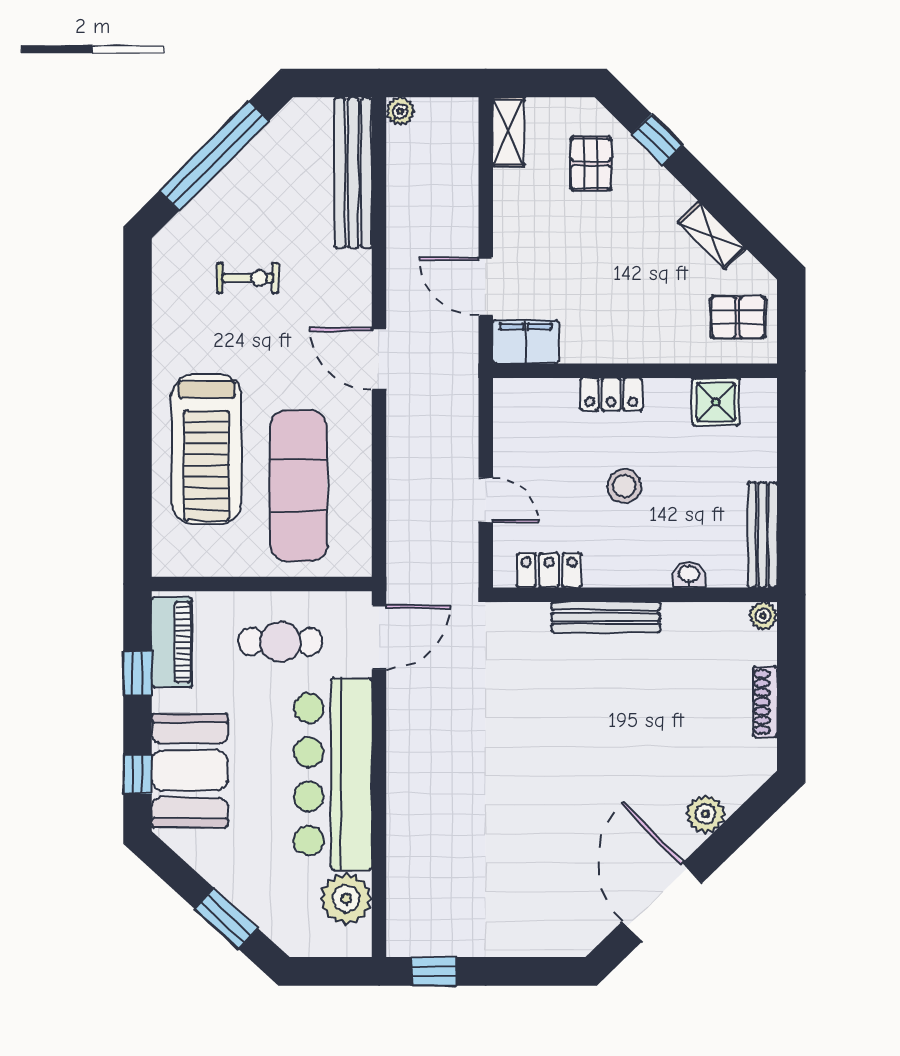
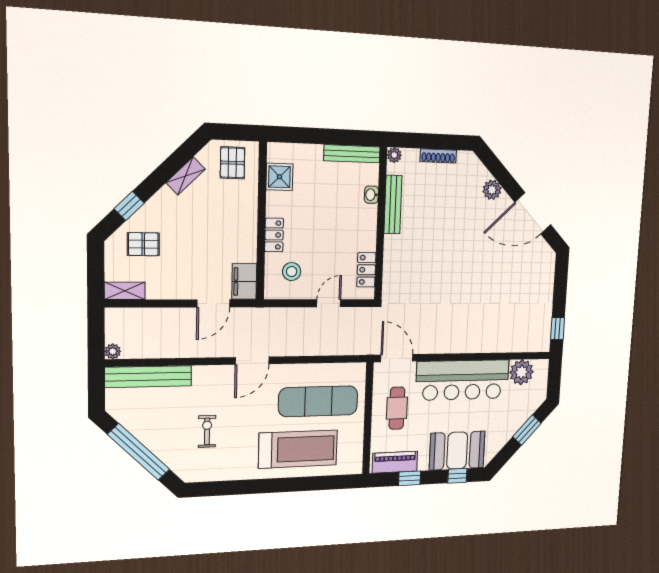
stool: (624, 486) -> (292, 272), moved
bench: (606, 617) -> (393, 205), moved

